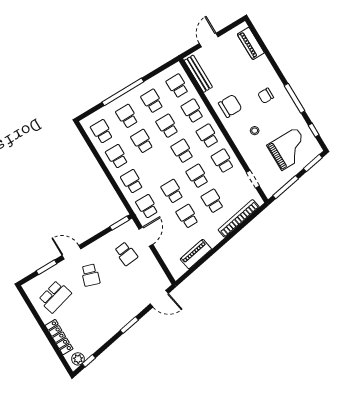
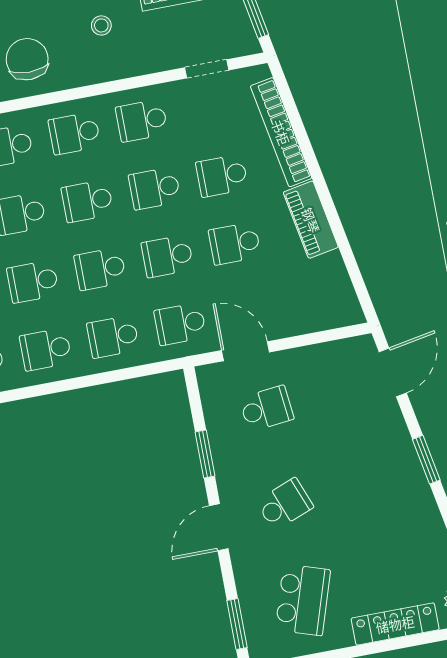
school desk: (157, 166) -> (100, 269), added
window: (120, 223) -> (205, 454), moved
piano: (196, 254) -> (311, 220), moved
window: (47, 267) -> (237, 624), moved
school desk: (90, 275) -> (285, 504), turned -39
school desk: (55, 297) -> (303, 600), turned 33

